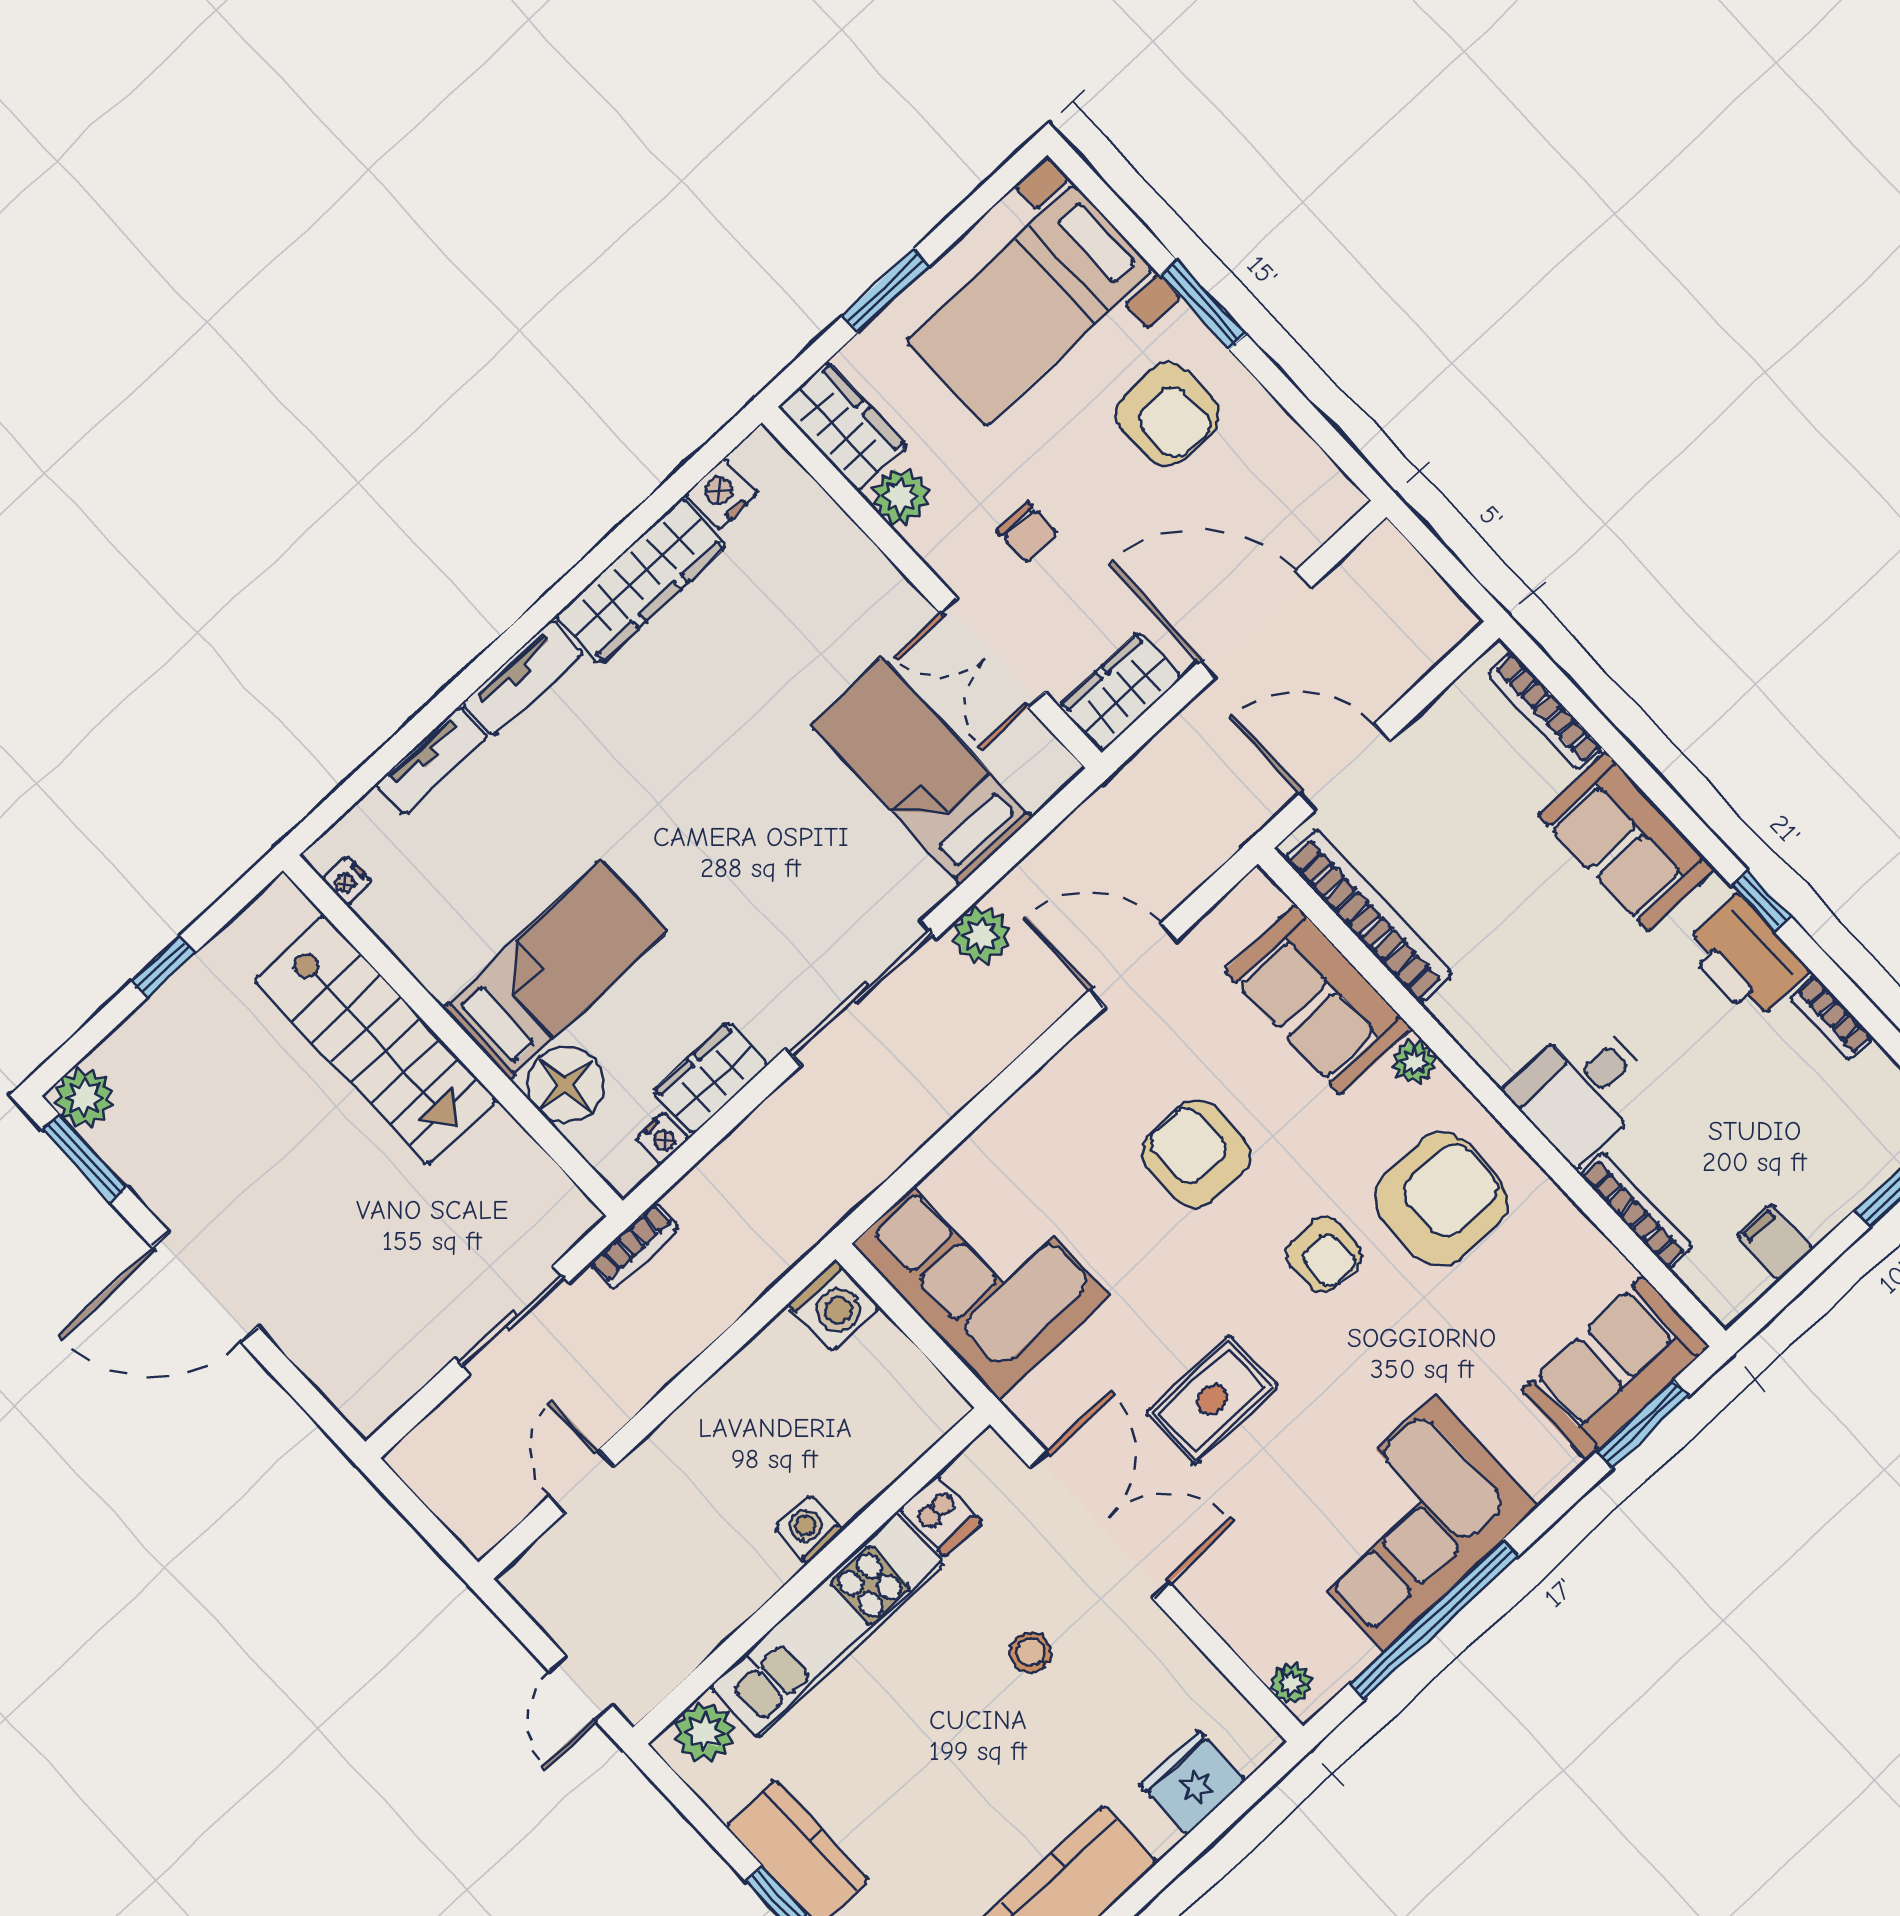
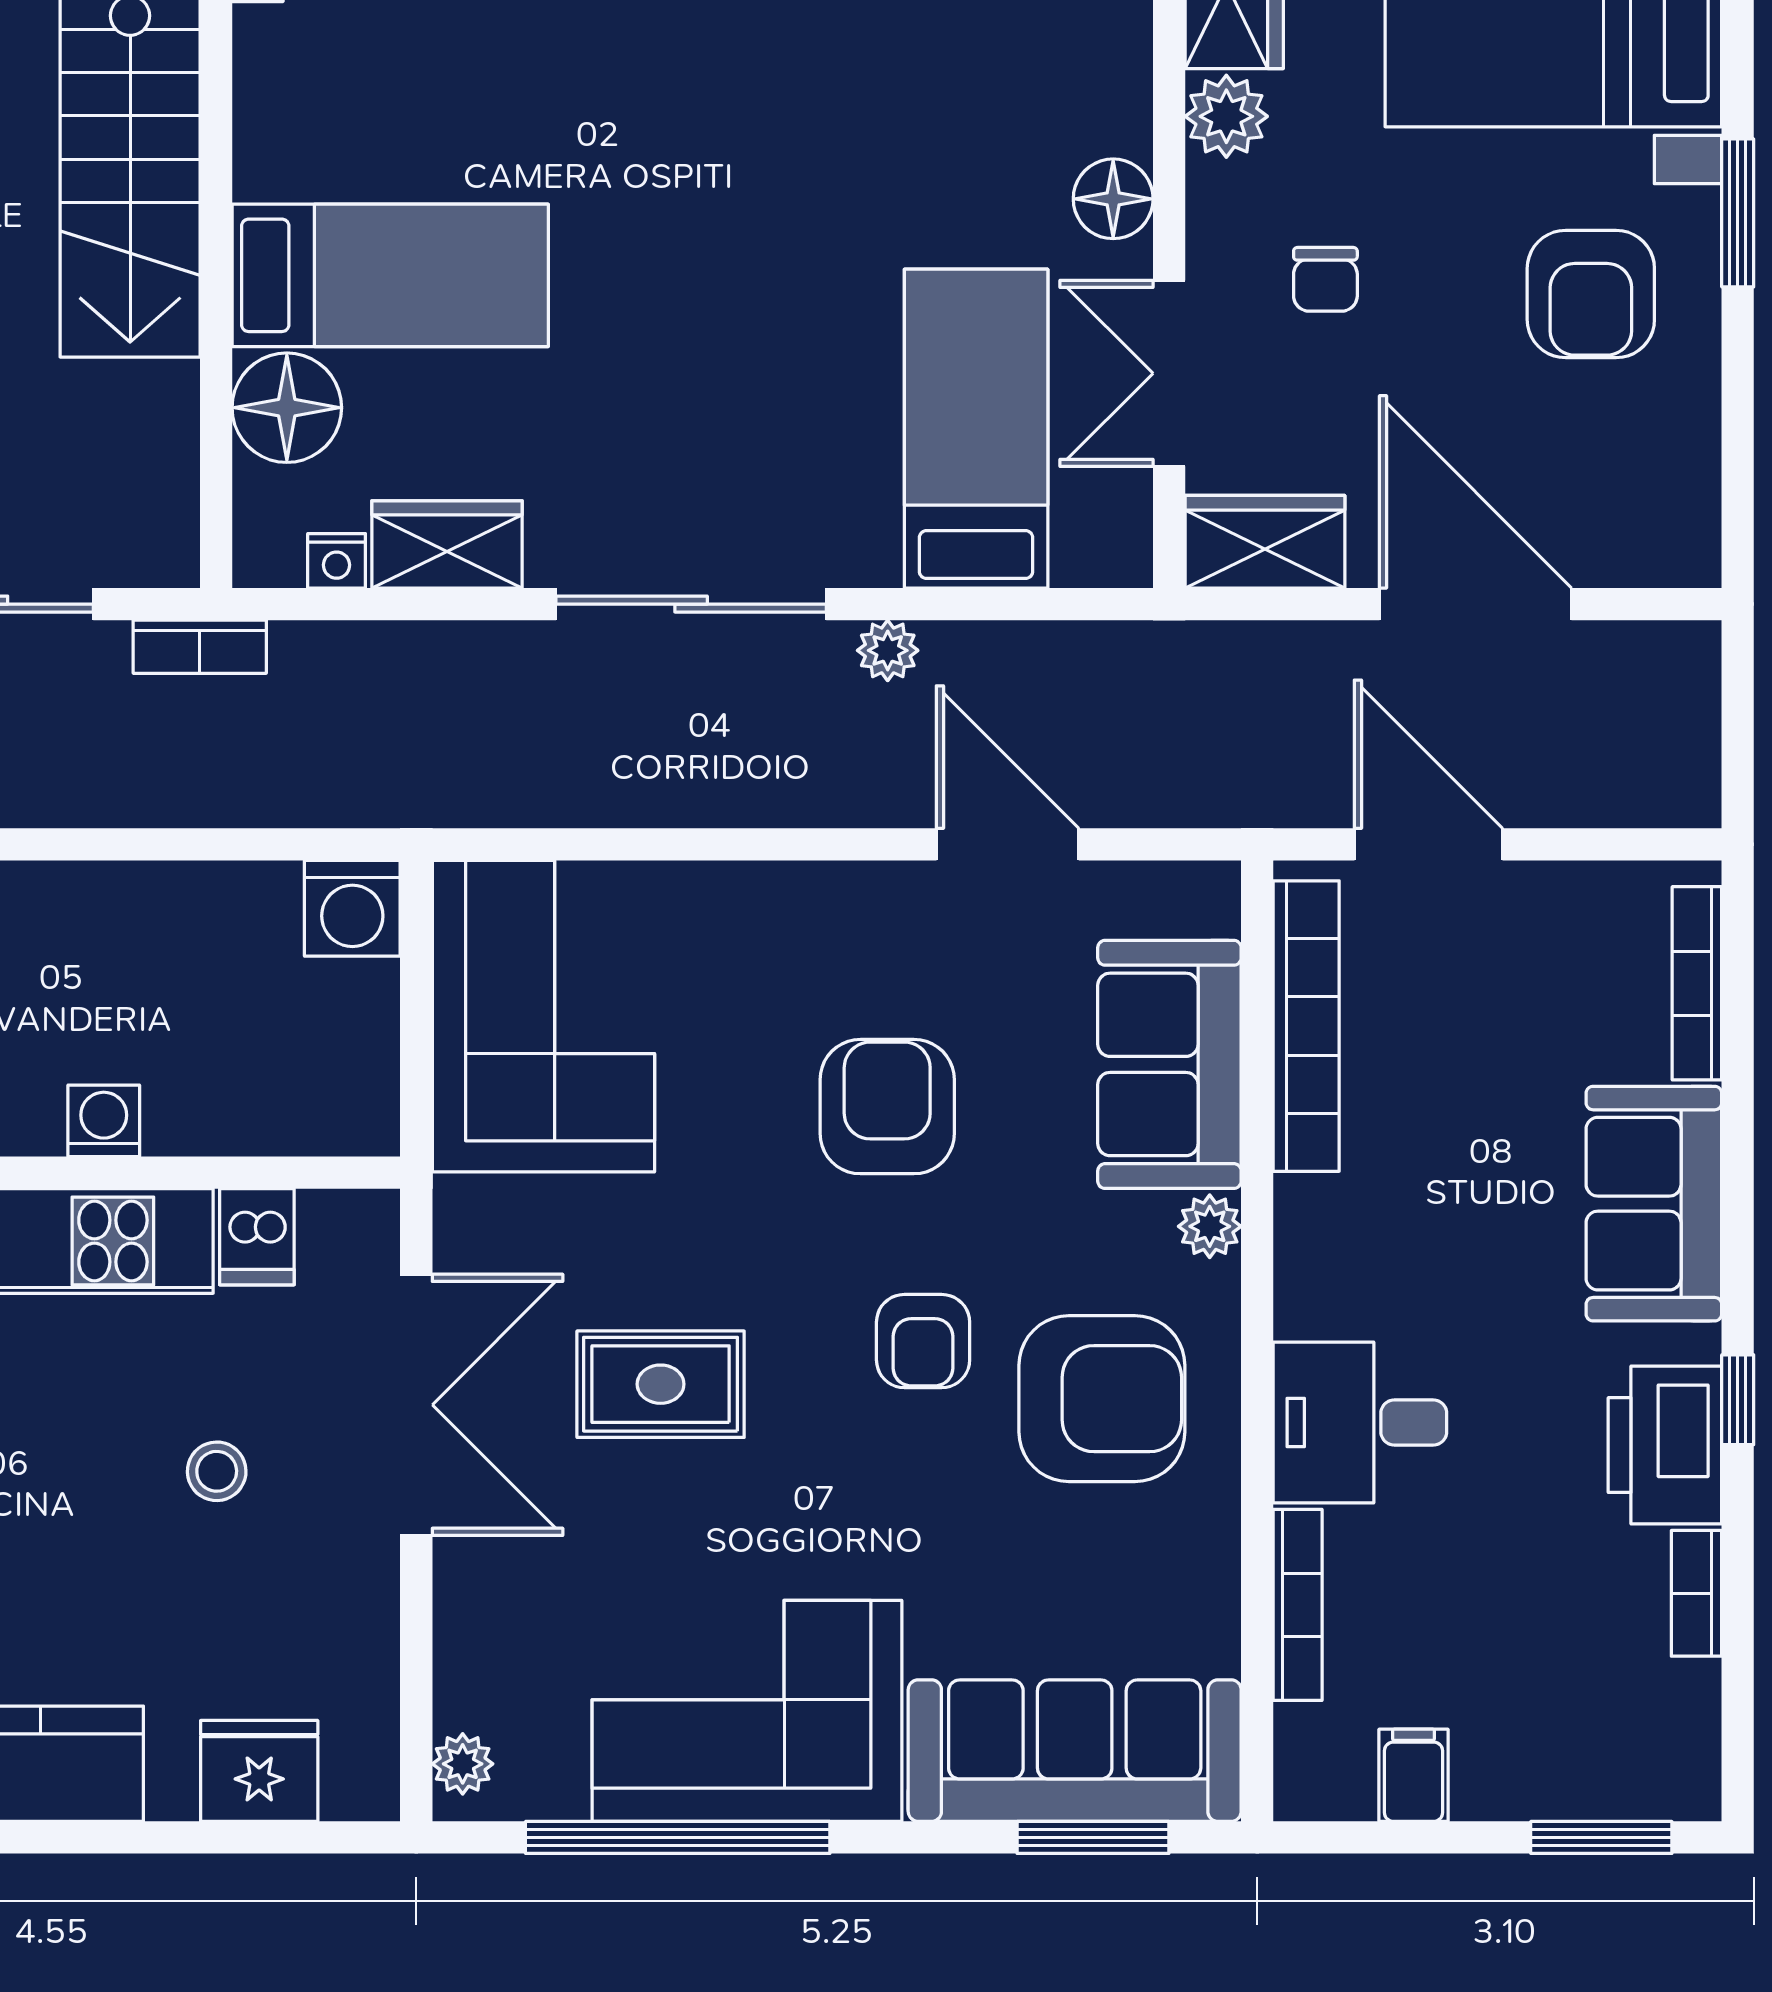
floor lamp: (883, 591) -> (1113, 199), added
plant: (981, 935) -> (888, 650), width x0.73, depth x0.73
sofa: (1615, 1368) -> (1075, 1751), width x1.36

